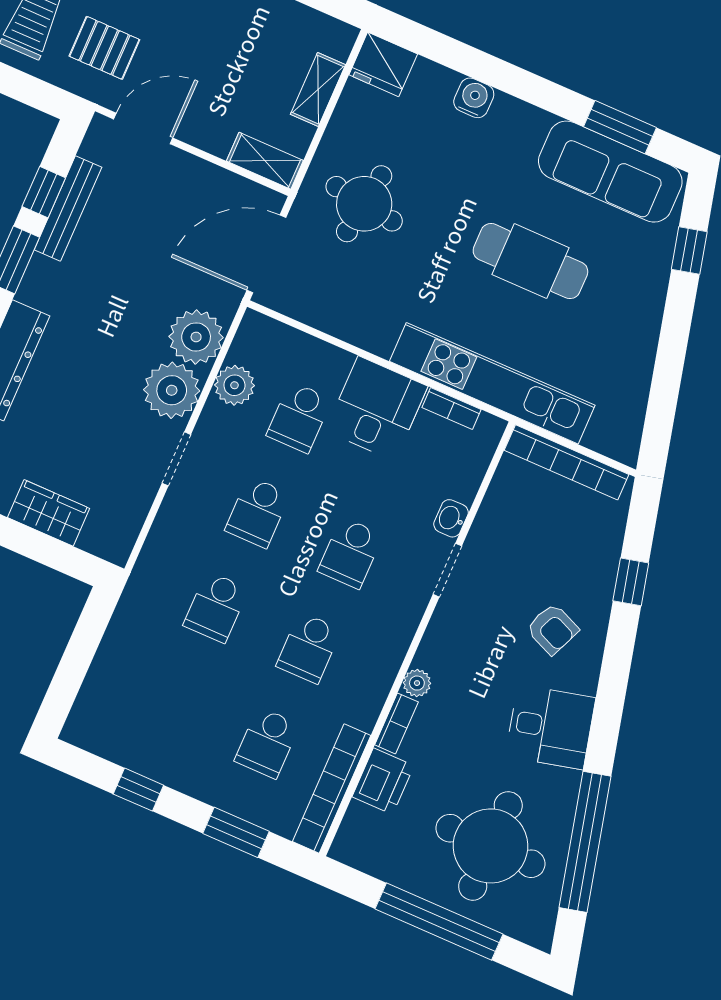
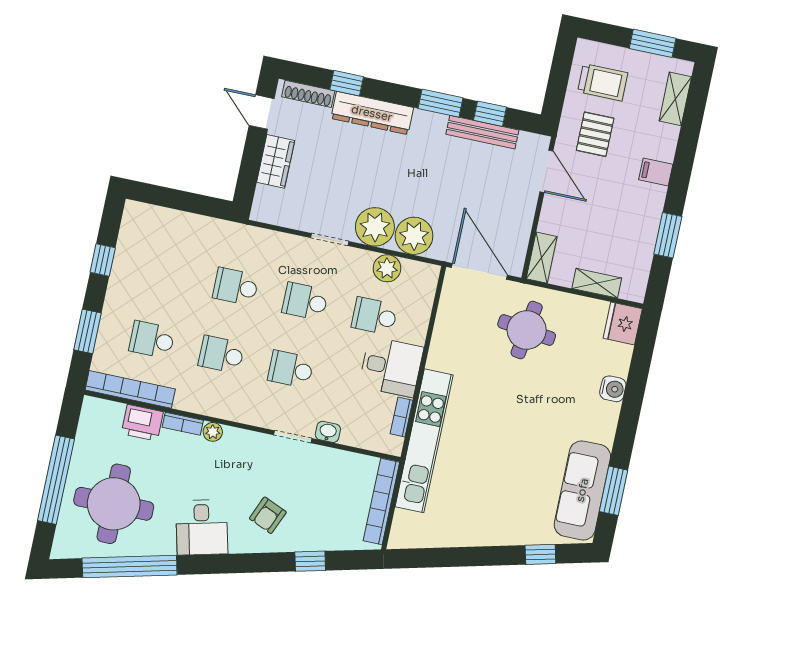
cafe table: (530, 261) -> (511, 449), removed

